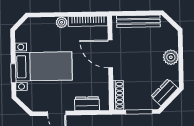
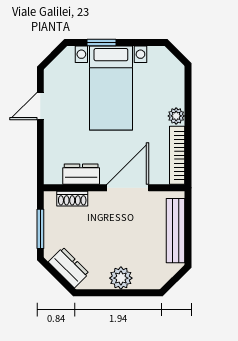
shoe rack: (118, 95) -> (72, 199), width x0.70
dresser: (87, 104) -> (81, 174), moved, turned -90

